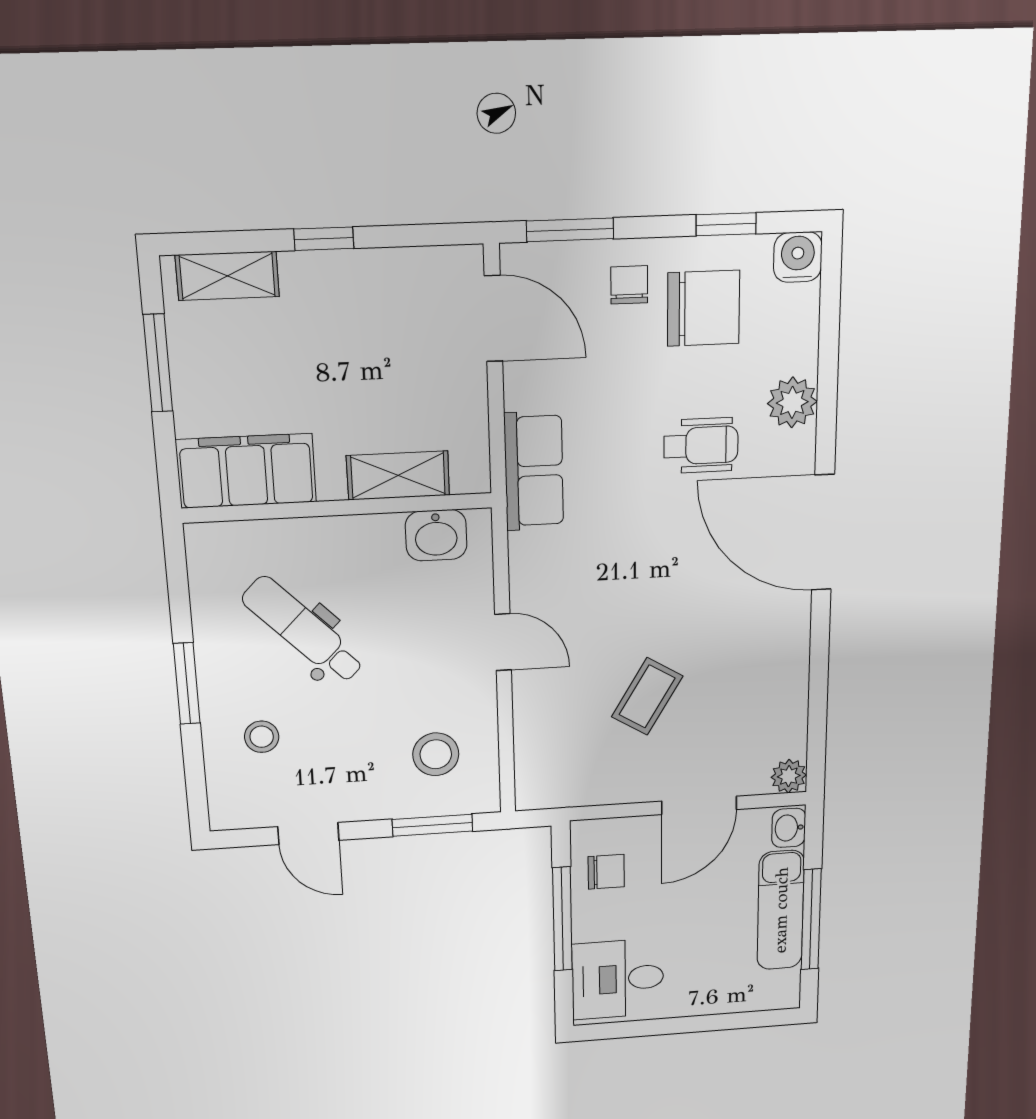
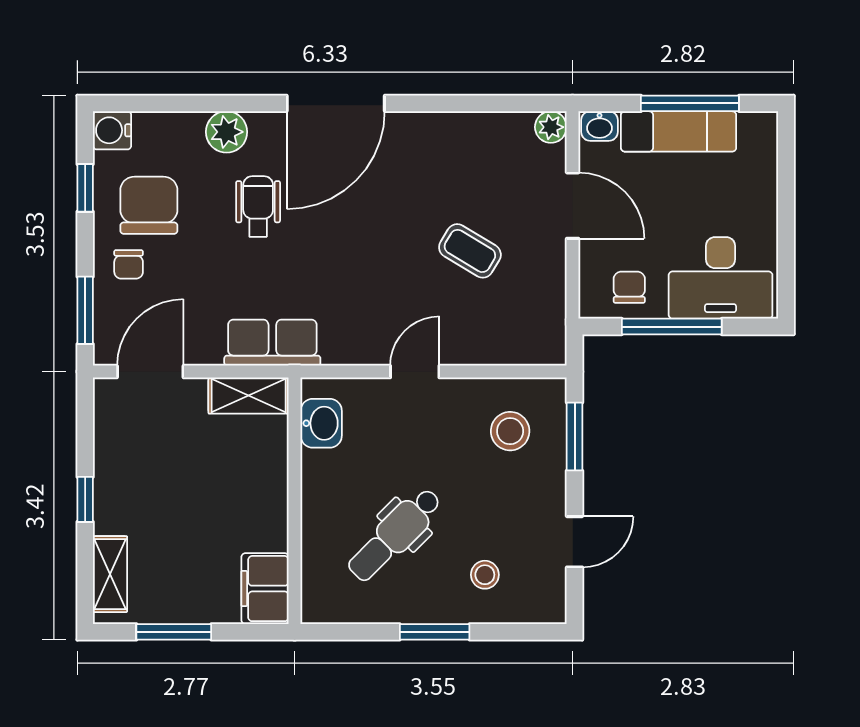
chair: (629, 285) -> (129, 264), turned -90
filing cabinet: (246, 471) -> (265, 589), width x0.67, depth x0.86
shelving: (398, 475) -> (249, 396), moved, turned 90
desk: (618, 979) -> (721, 278), width x1.37

